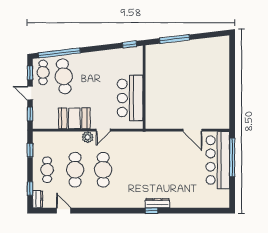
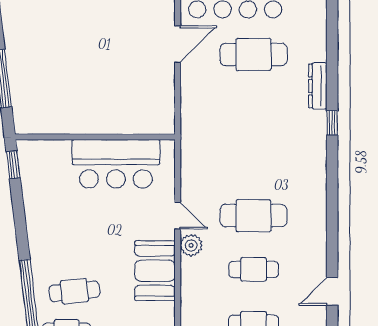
cafe table: (64, 76) -> (74, 291), width x0.73, depth x0.74
cafe table: (75, 170) -> (254, 269), width x0.73, depth x0.74
cafe table: (187, 170) -> (254, 54), added
dresser: (158, 203) -> (318, 86), moved

